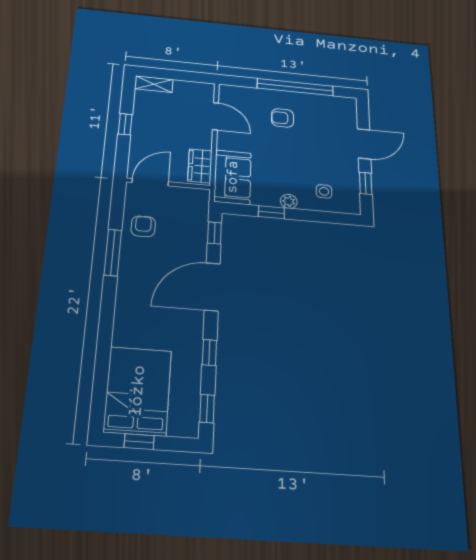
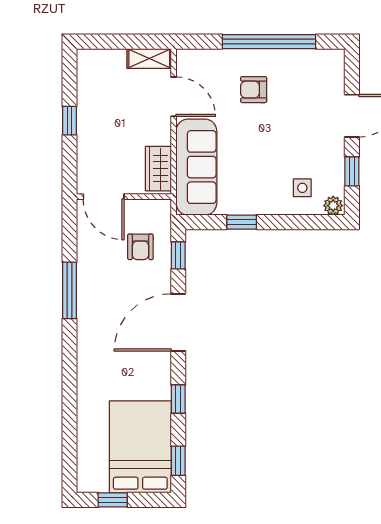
shelving: (154, 84) -> (149, 58), moved
sofa: (233, 177) -> (196, 167), width x1.36
door: (150, 182) -> (104, 197), swing flipped
plant: (289, 201) -> (333, 206), moved
armchair: (143, 226) -> (140, 247), moved, turned 180
bed: (138, 391) -> (140, 447), moved

